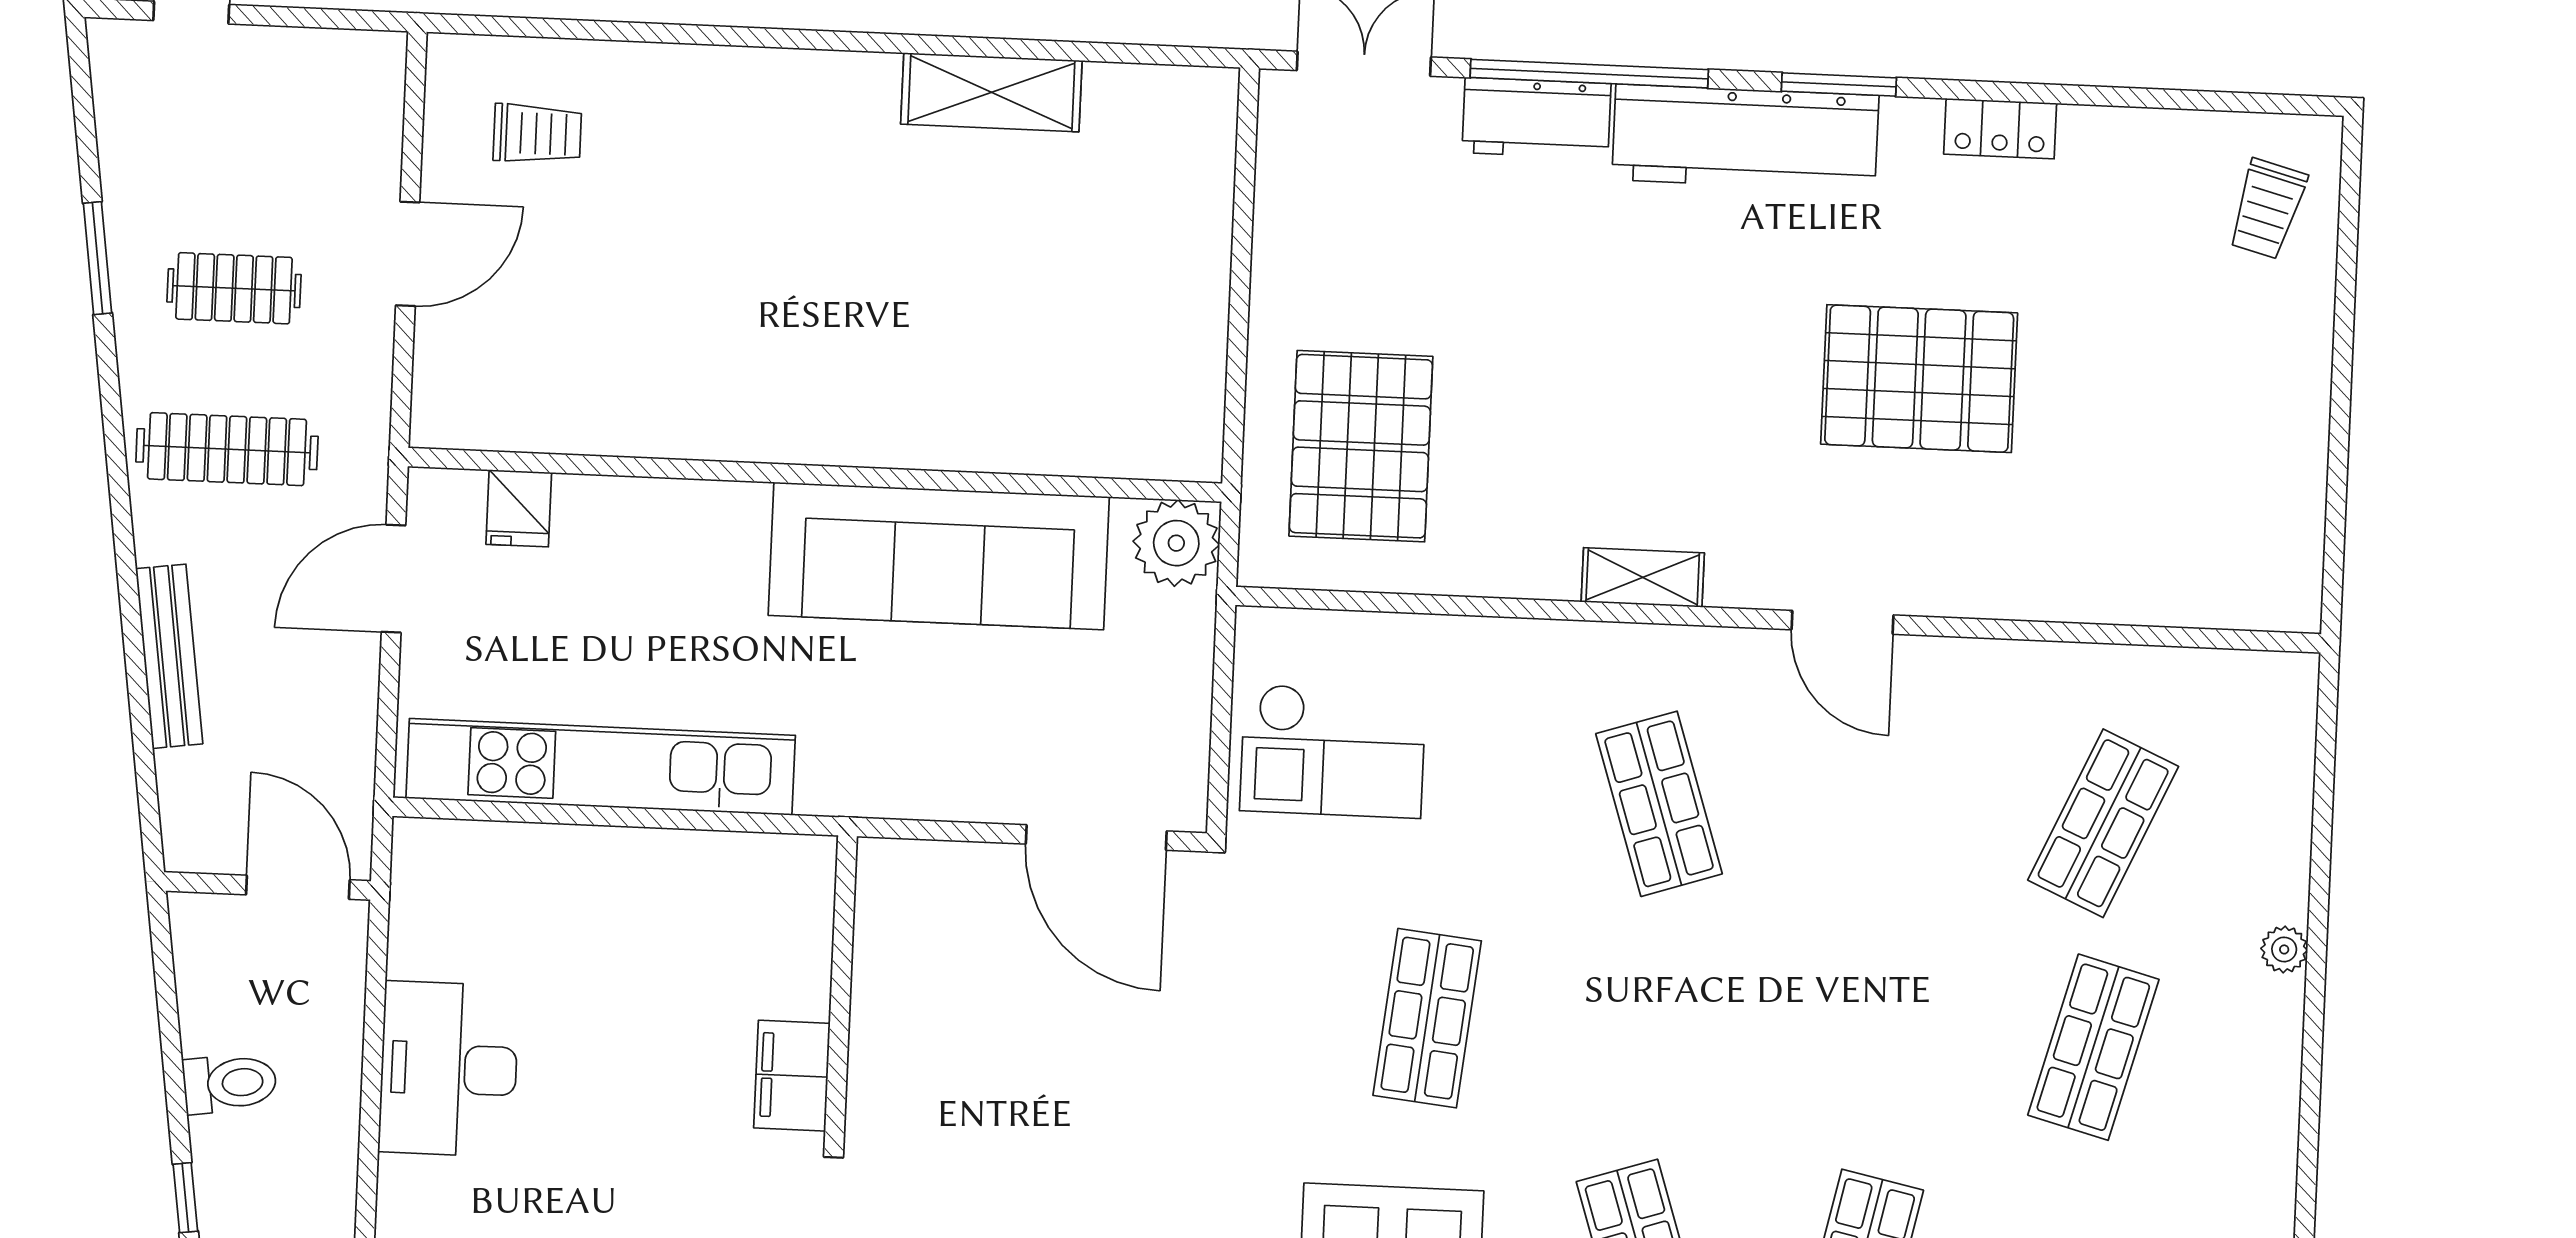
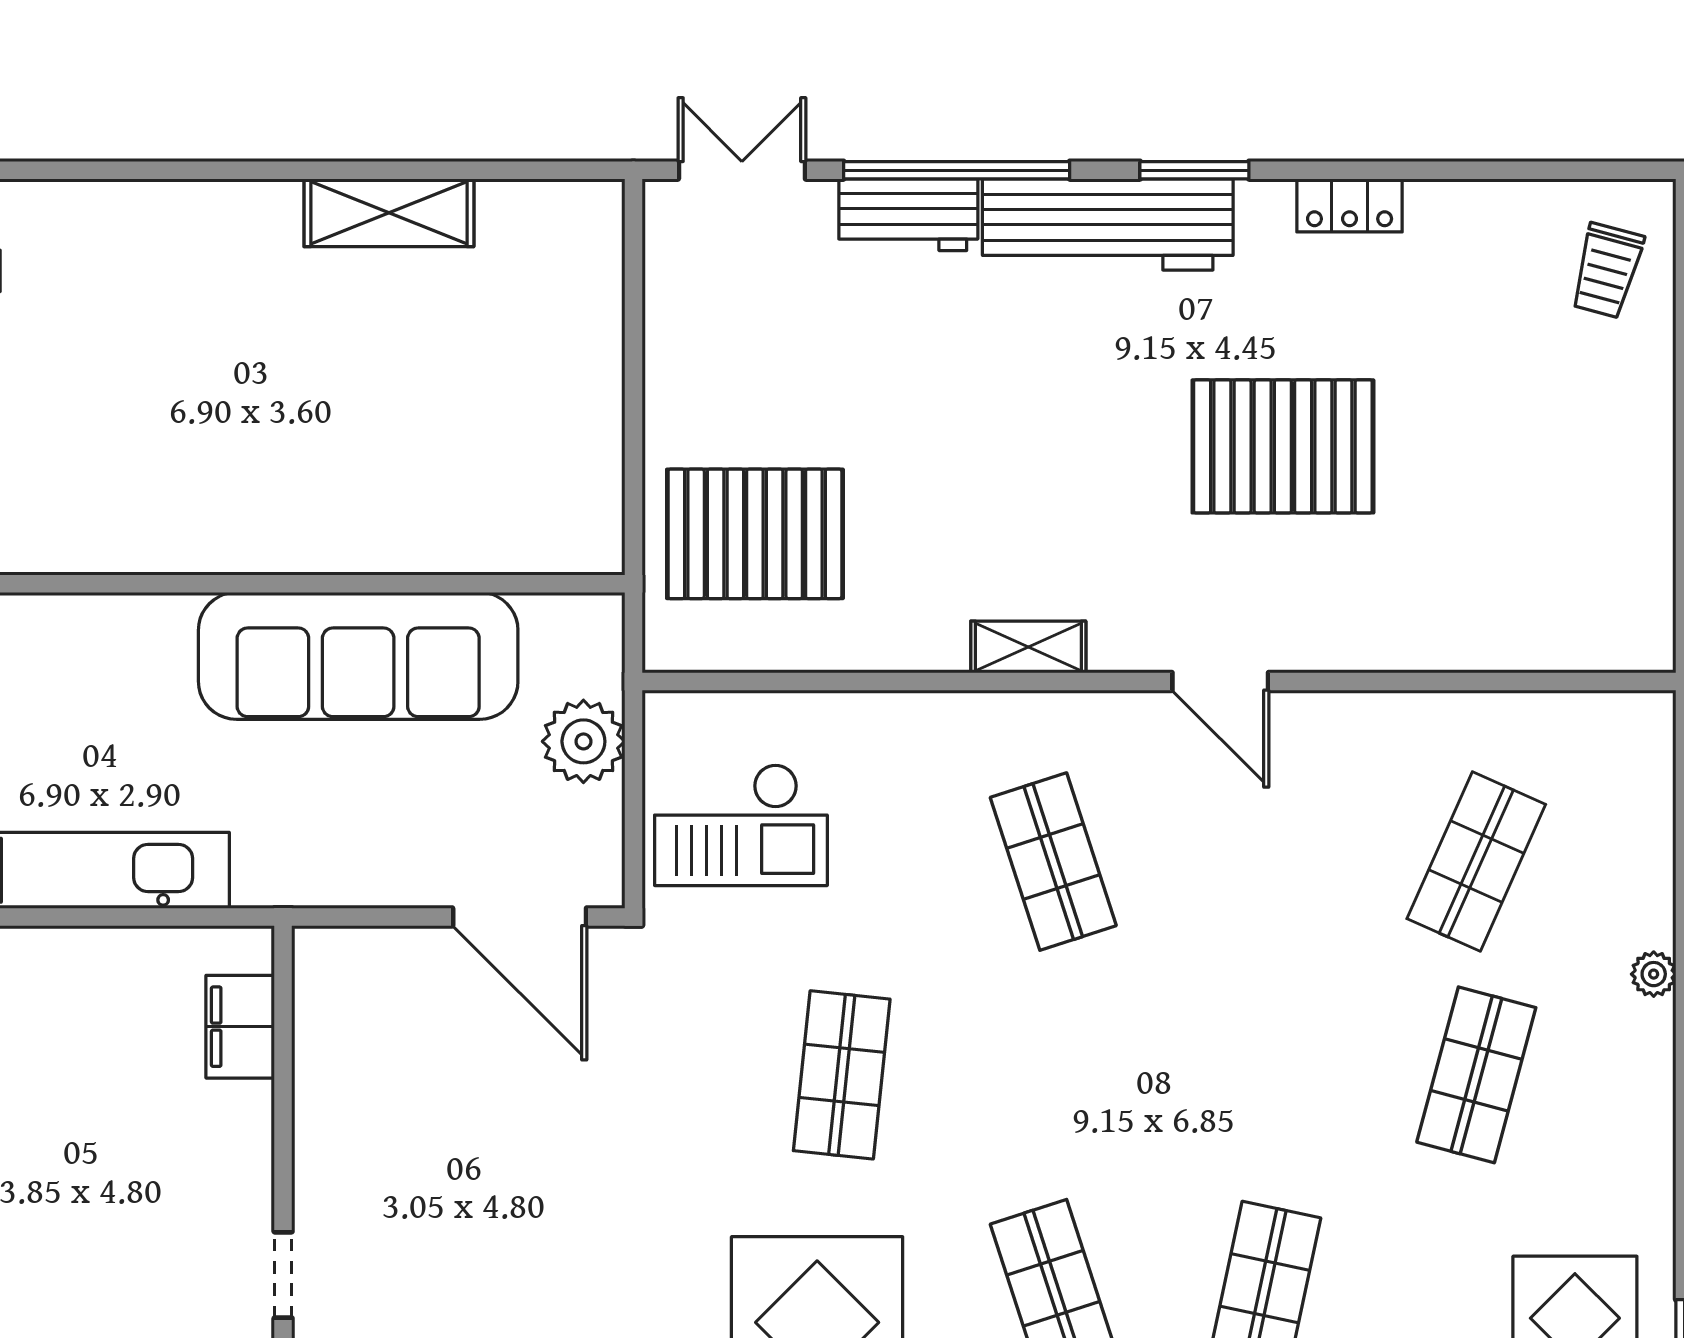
pallet: (1361, 446) -> (755, 534), turned 90
plant: (1176, 543) -> (583, 741), moved
filing cabinet: (792, 1076) -> (240, 1027), moved

